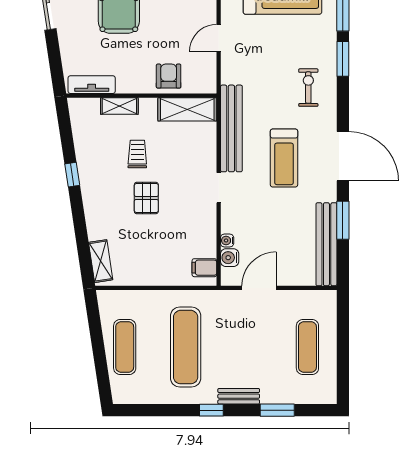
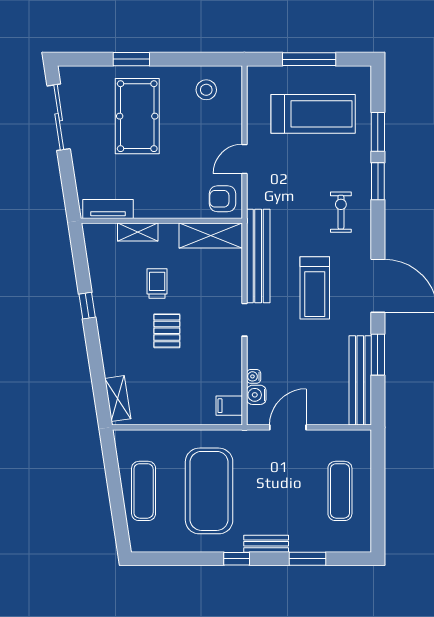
armchair: (169, 76) -> (223, 199), moved, turned -90
exercise mat: (186, 347) -> (209, 491), width x1.47

